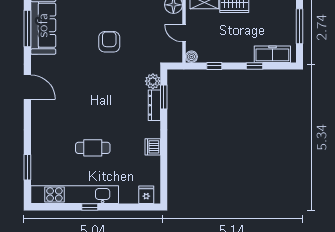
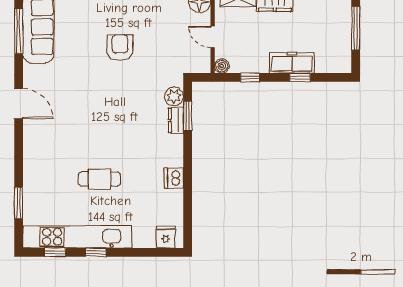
freezer: (272, 54) -> (292, 63), moved
dresser: (154, 105) -> (176, 120), width x0.70
window: (57, 207) -> (55, 252), added

